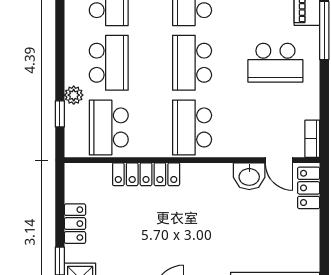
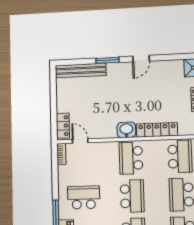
school desk: (192, 127) -> (131, 158), turned 180
washbasin: (249, 176) -> (126, 130), moved

